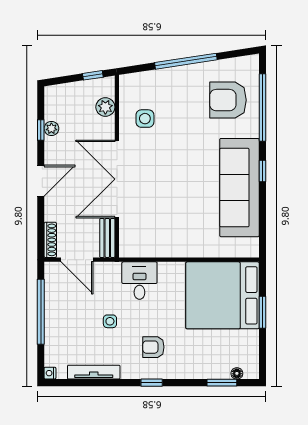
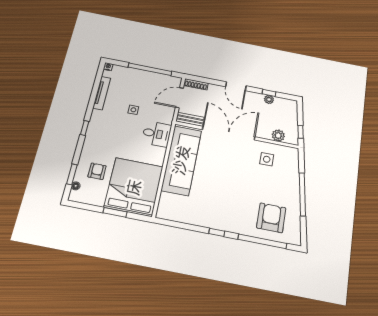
sofa: (239, 188) -> (181, 160), moved, turned 90
armchair: (153, 347) -> (97, 171), moved

